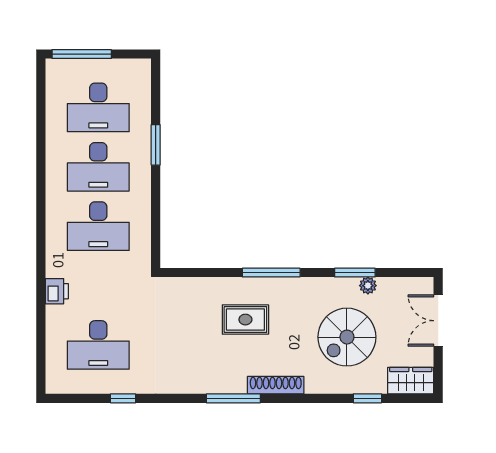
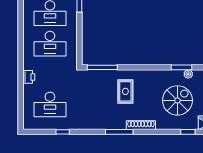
window: (271, 273) -> (102, 67), moved
rug: (245, 320) -> (125, 91), turned 90
spiral stairs: (347, 337) -> (177, 100), turned 180

